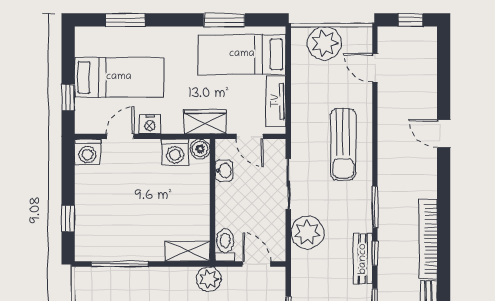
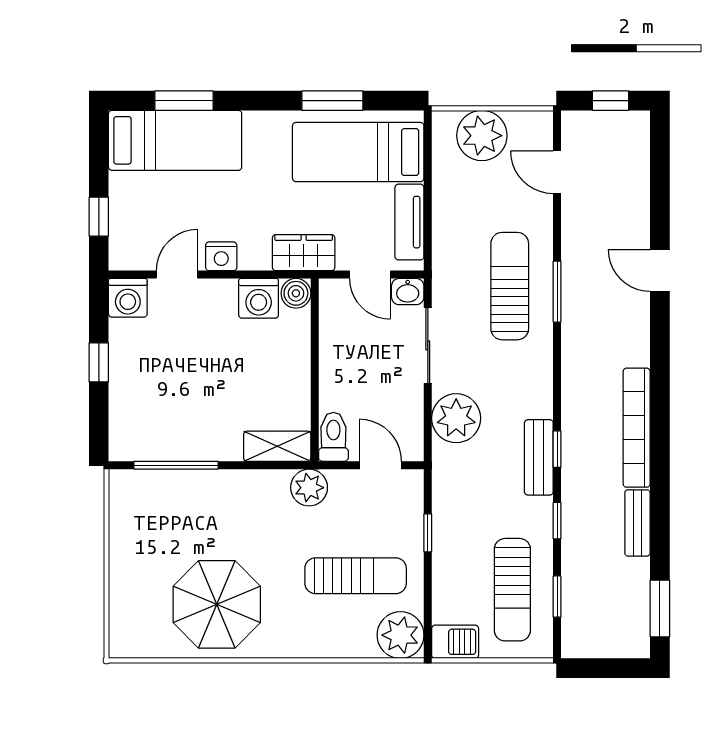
bed: (119, 77) -> (175, 140), moved
sun lounger: (343, 144) -> (510, 286), turned 180
washbasin: (224, 170) -> (408, 292), moved, turned 90
window: (375, 207) -> (557, 292), moved
window: (68, 219) -> (99, 362), moved

